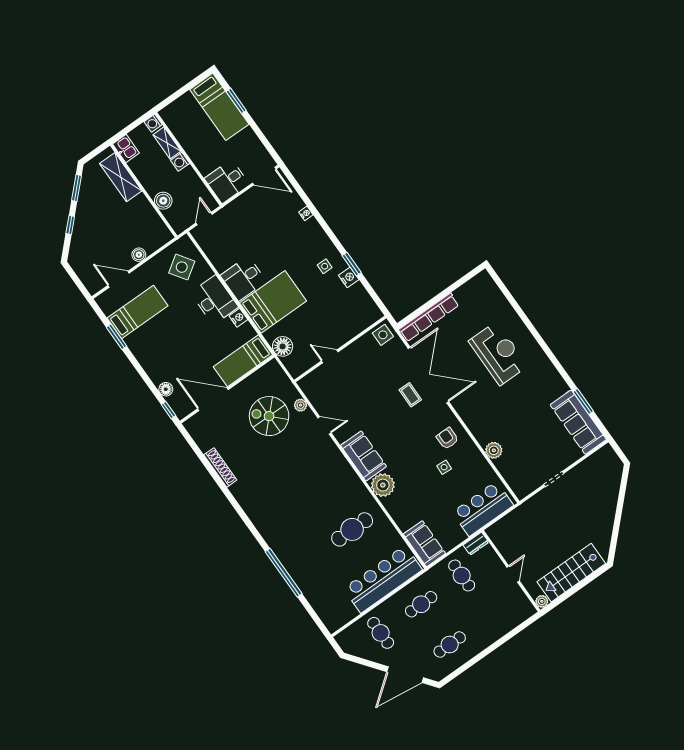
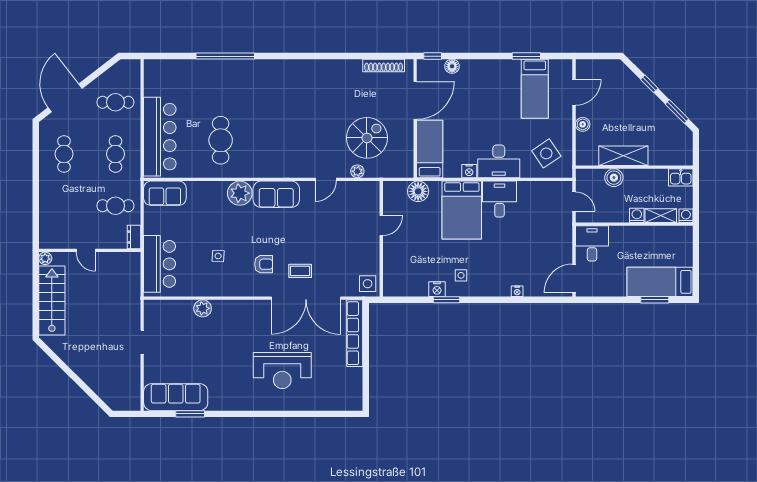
shelving: (121, 177) -> (623, 156), moved
armchair: (447, 438) -> (264, 264), moved
shoe rack: (220, 467) -> (384, 66), moved

